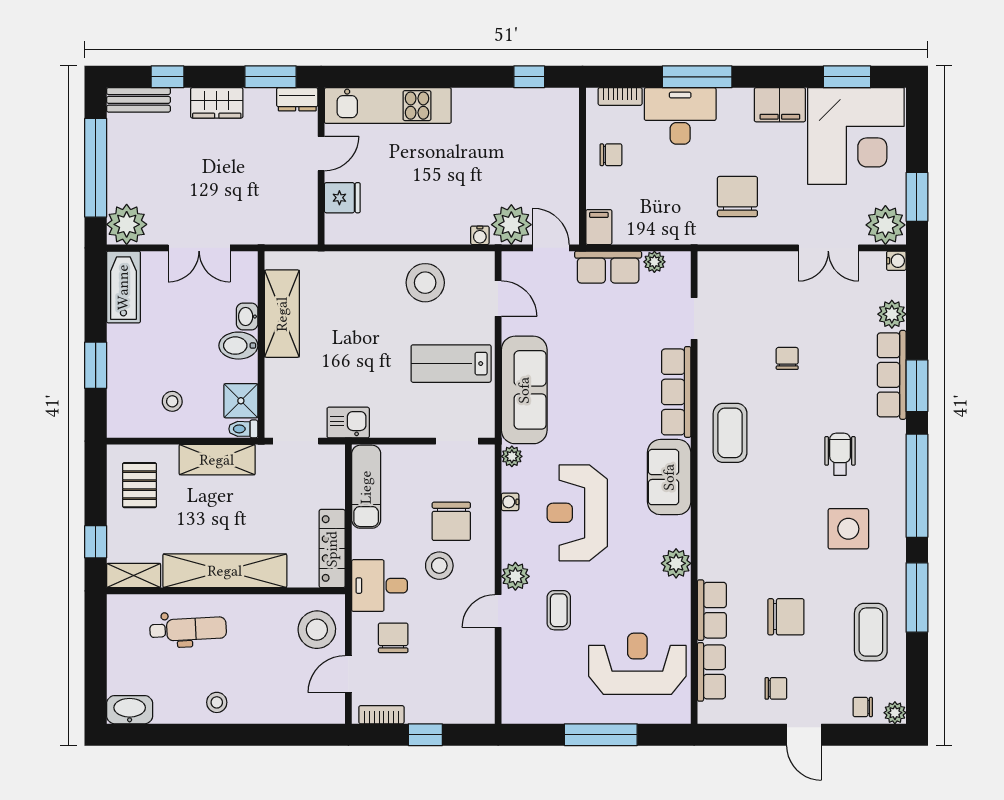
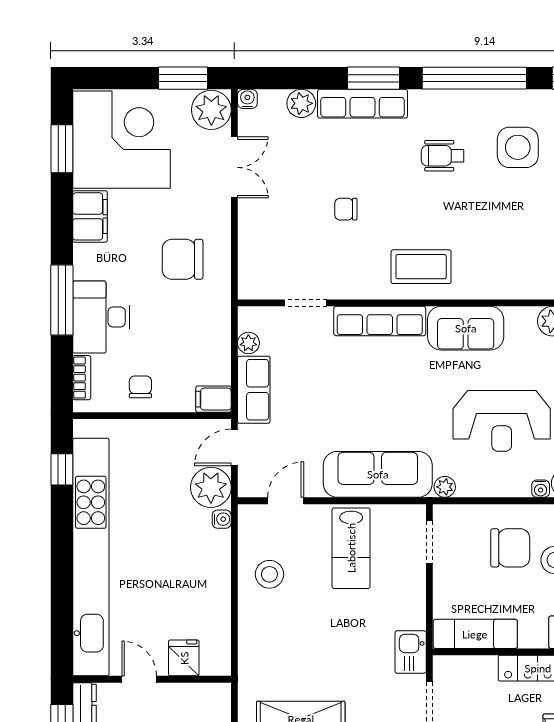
kitchen unit: (388, 106) -> (91, 557), width x1.86
stool: (425, 283) -> (269, 574), width x0.73, depth x0.73
water cooler: (510, 502) -> (541, 489), moved

